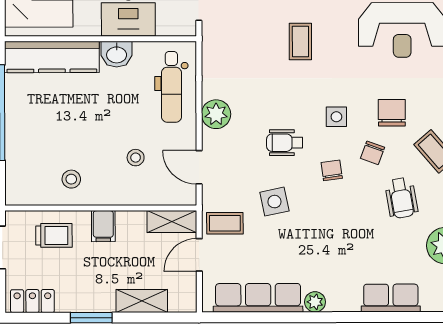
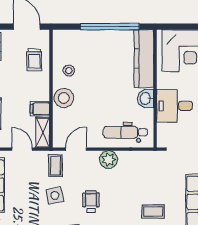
stool: (136, 158) -> (64, 98), moved, width x1.89, depth x1.89
coffee table: (225, 223) -> (56, 166), moved
filing cabinet: (103, 226) -> (40, 109), moved

